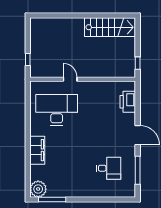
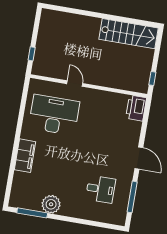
printer: (128, 102) -> (136, 108), moved
plant: (38, 189) -> (51, 204), moved

